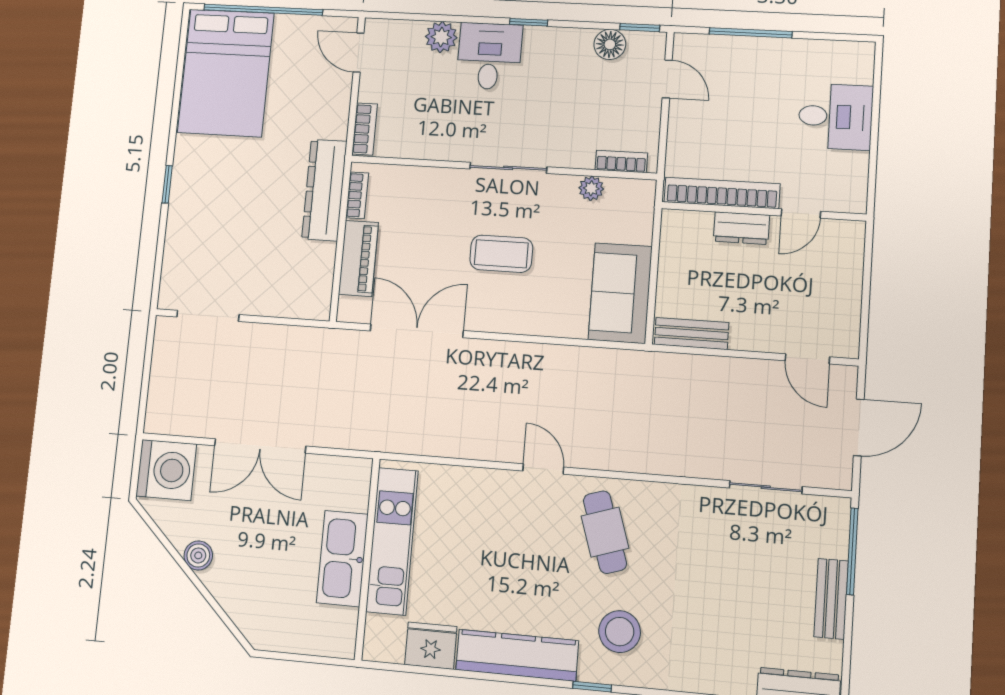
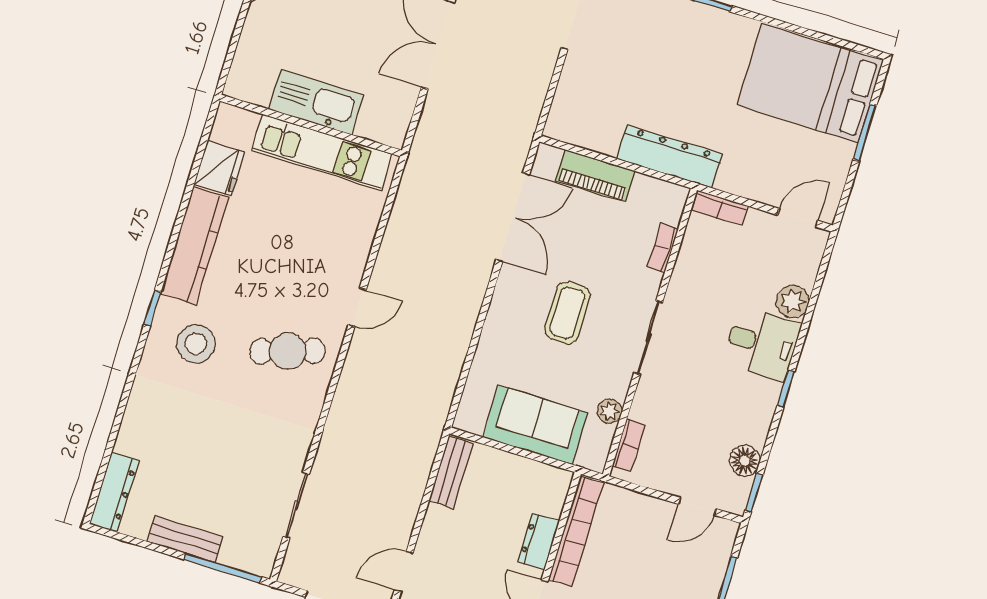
window: (263, 10) -> (865, 133), width x0.47
bookcase: (357, 195) -> (663, 248), moved, turned 90
sofa: (620, 293) -> (535, 425), moved

